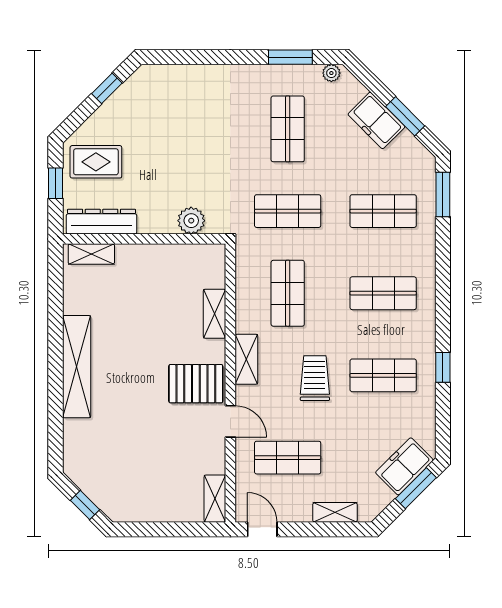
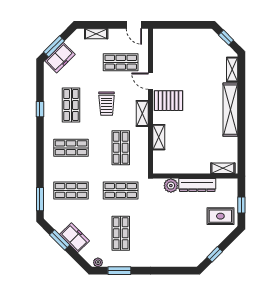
dresser: (102, 222) -> (197, 185), moved
shop shelf: (383, 375) -> (71, 105), turned 90
shelving: (215, 499) -> (232, 70), moved

